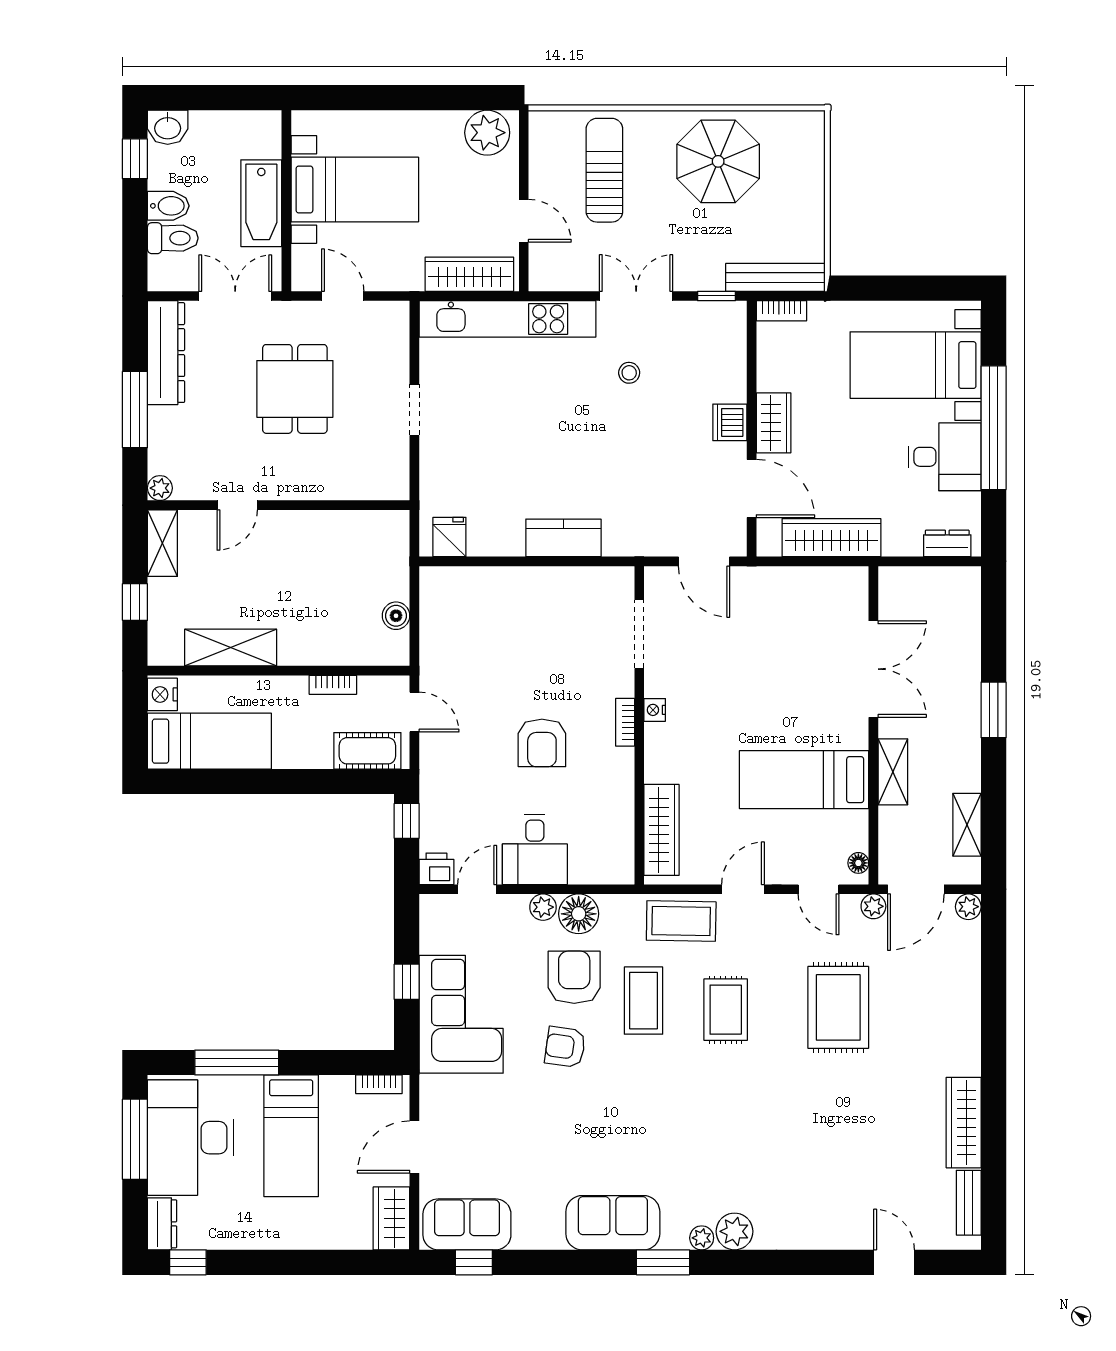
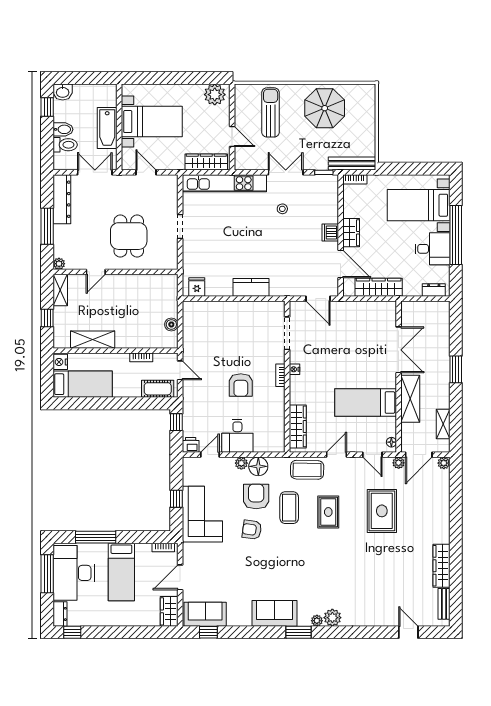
dining table: (295, 389) -> (129, 236), moved
shelving: (893, 772) -> (410, 399), width x1.50, depth x1.33

